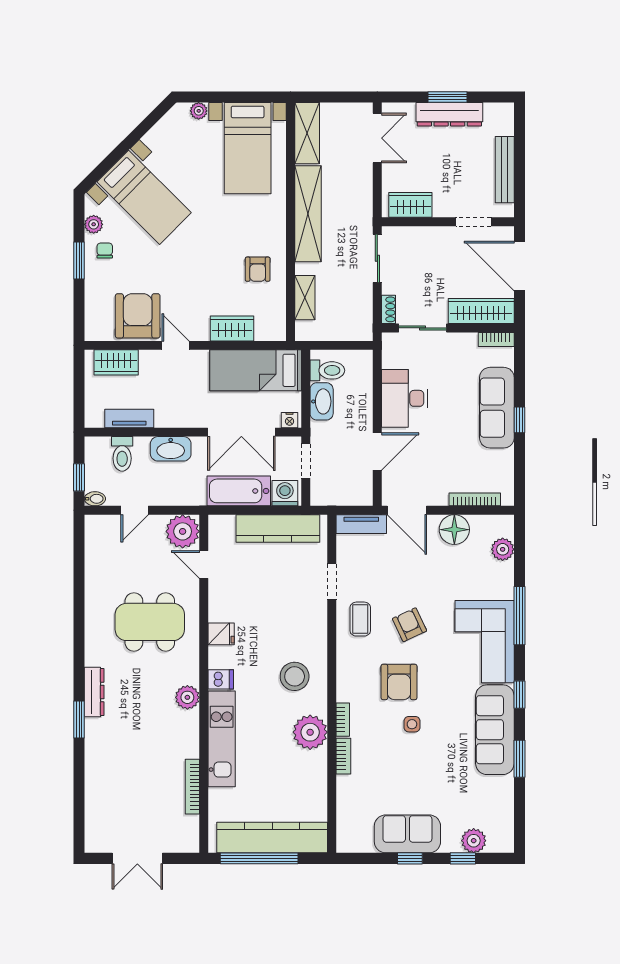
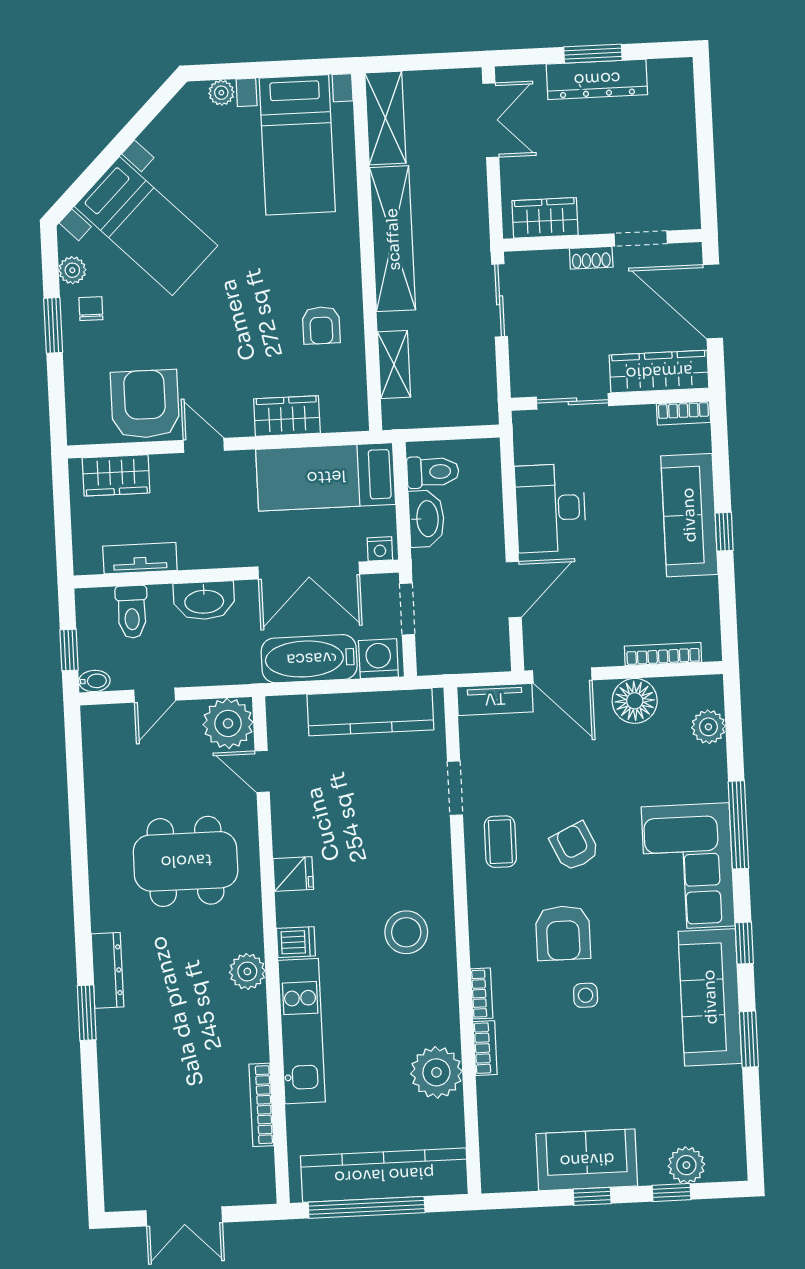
bench: (505, 170) -> (684, 158), removed
shoe rack: (389, 309) -> (591, 258), moved, turned 90
plant: (310, 732) -> (436, 1072), moved

